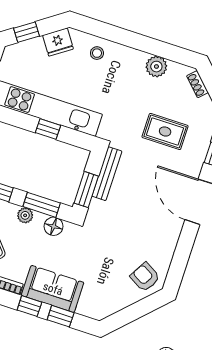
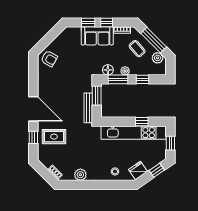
window: (48, 129) -> (142, 122), moved
rug: (165, 131) -> (54, 137), moved

